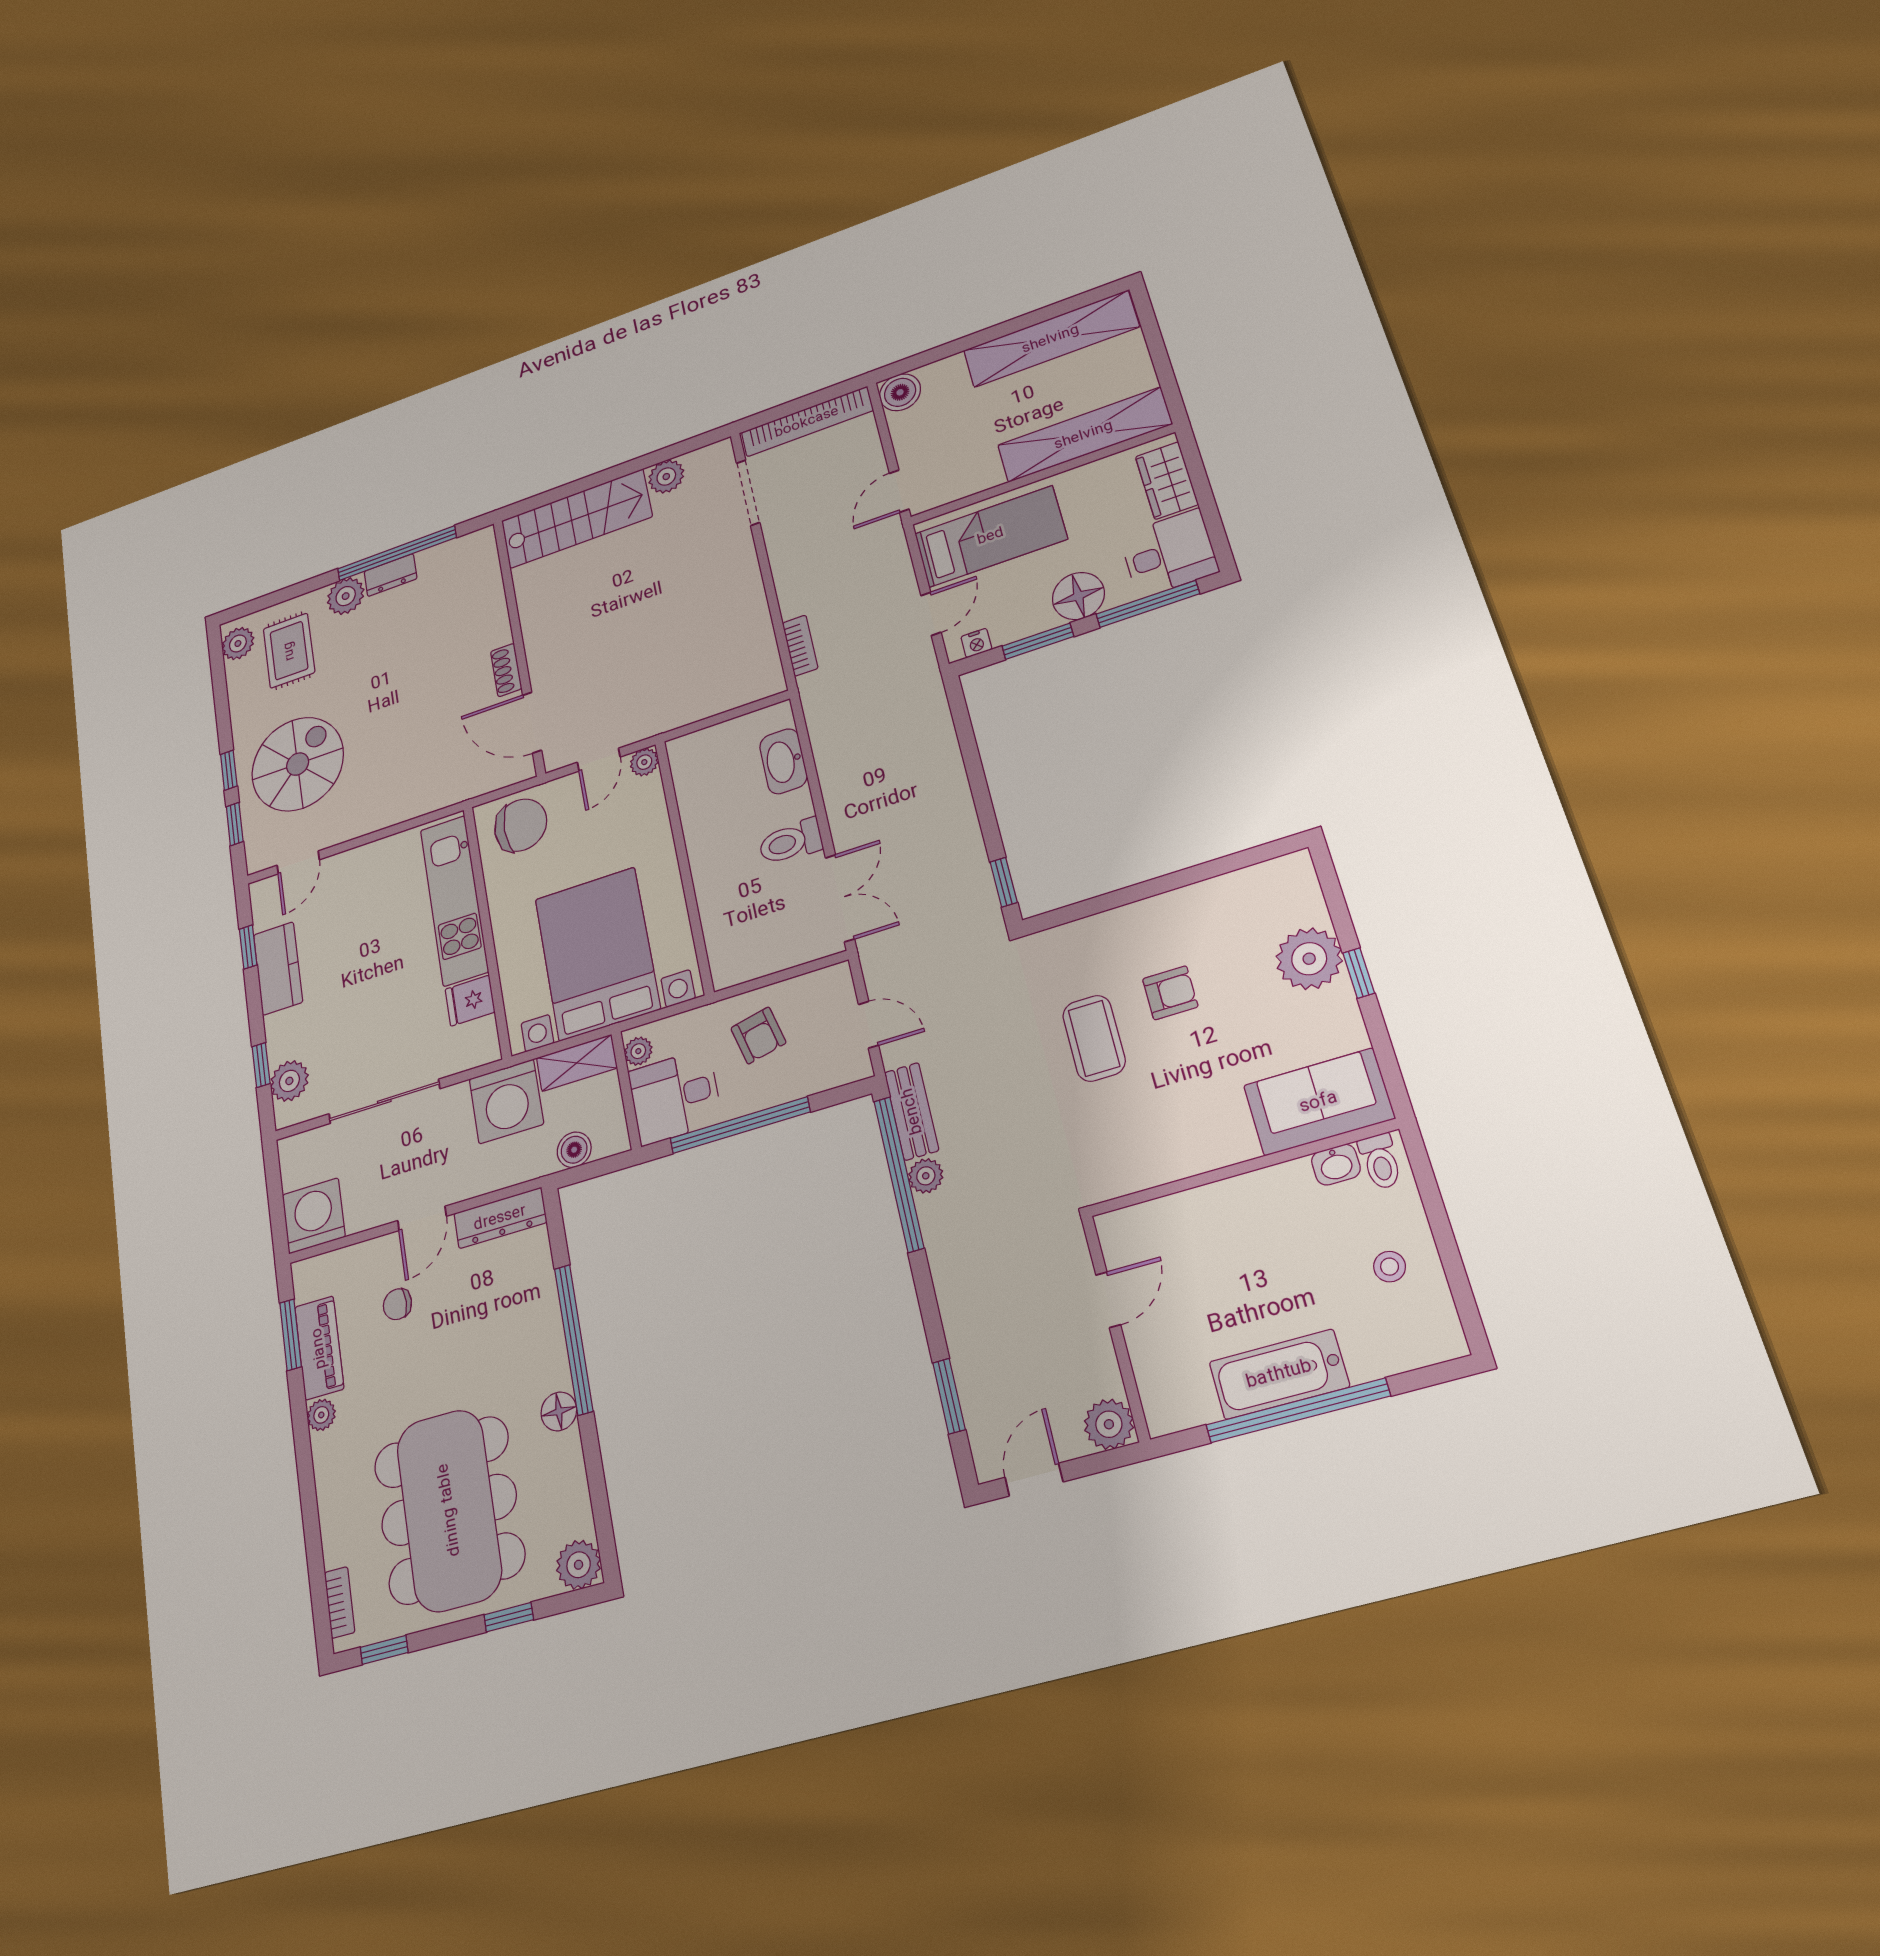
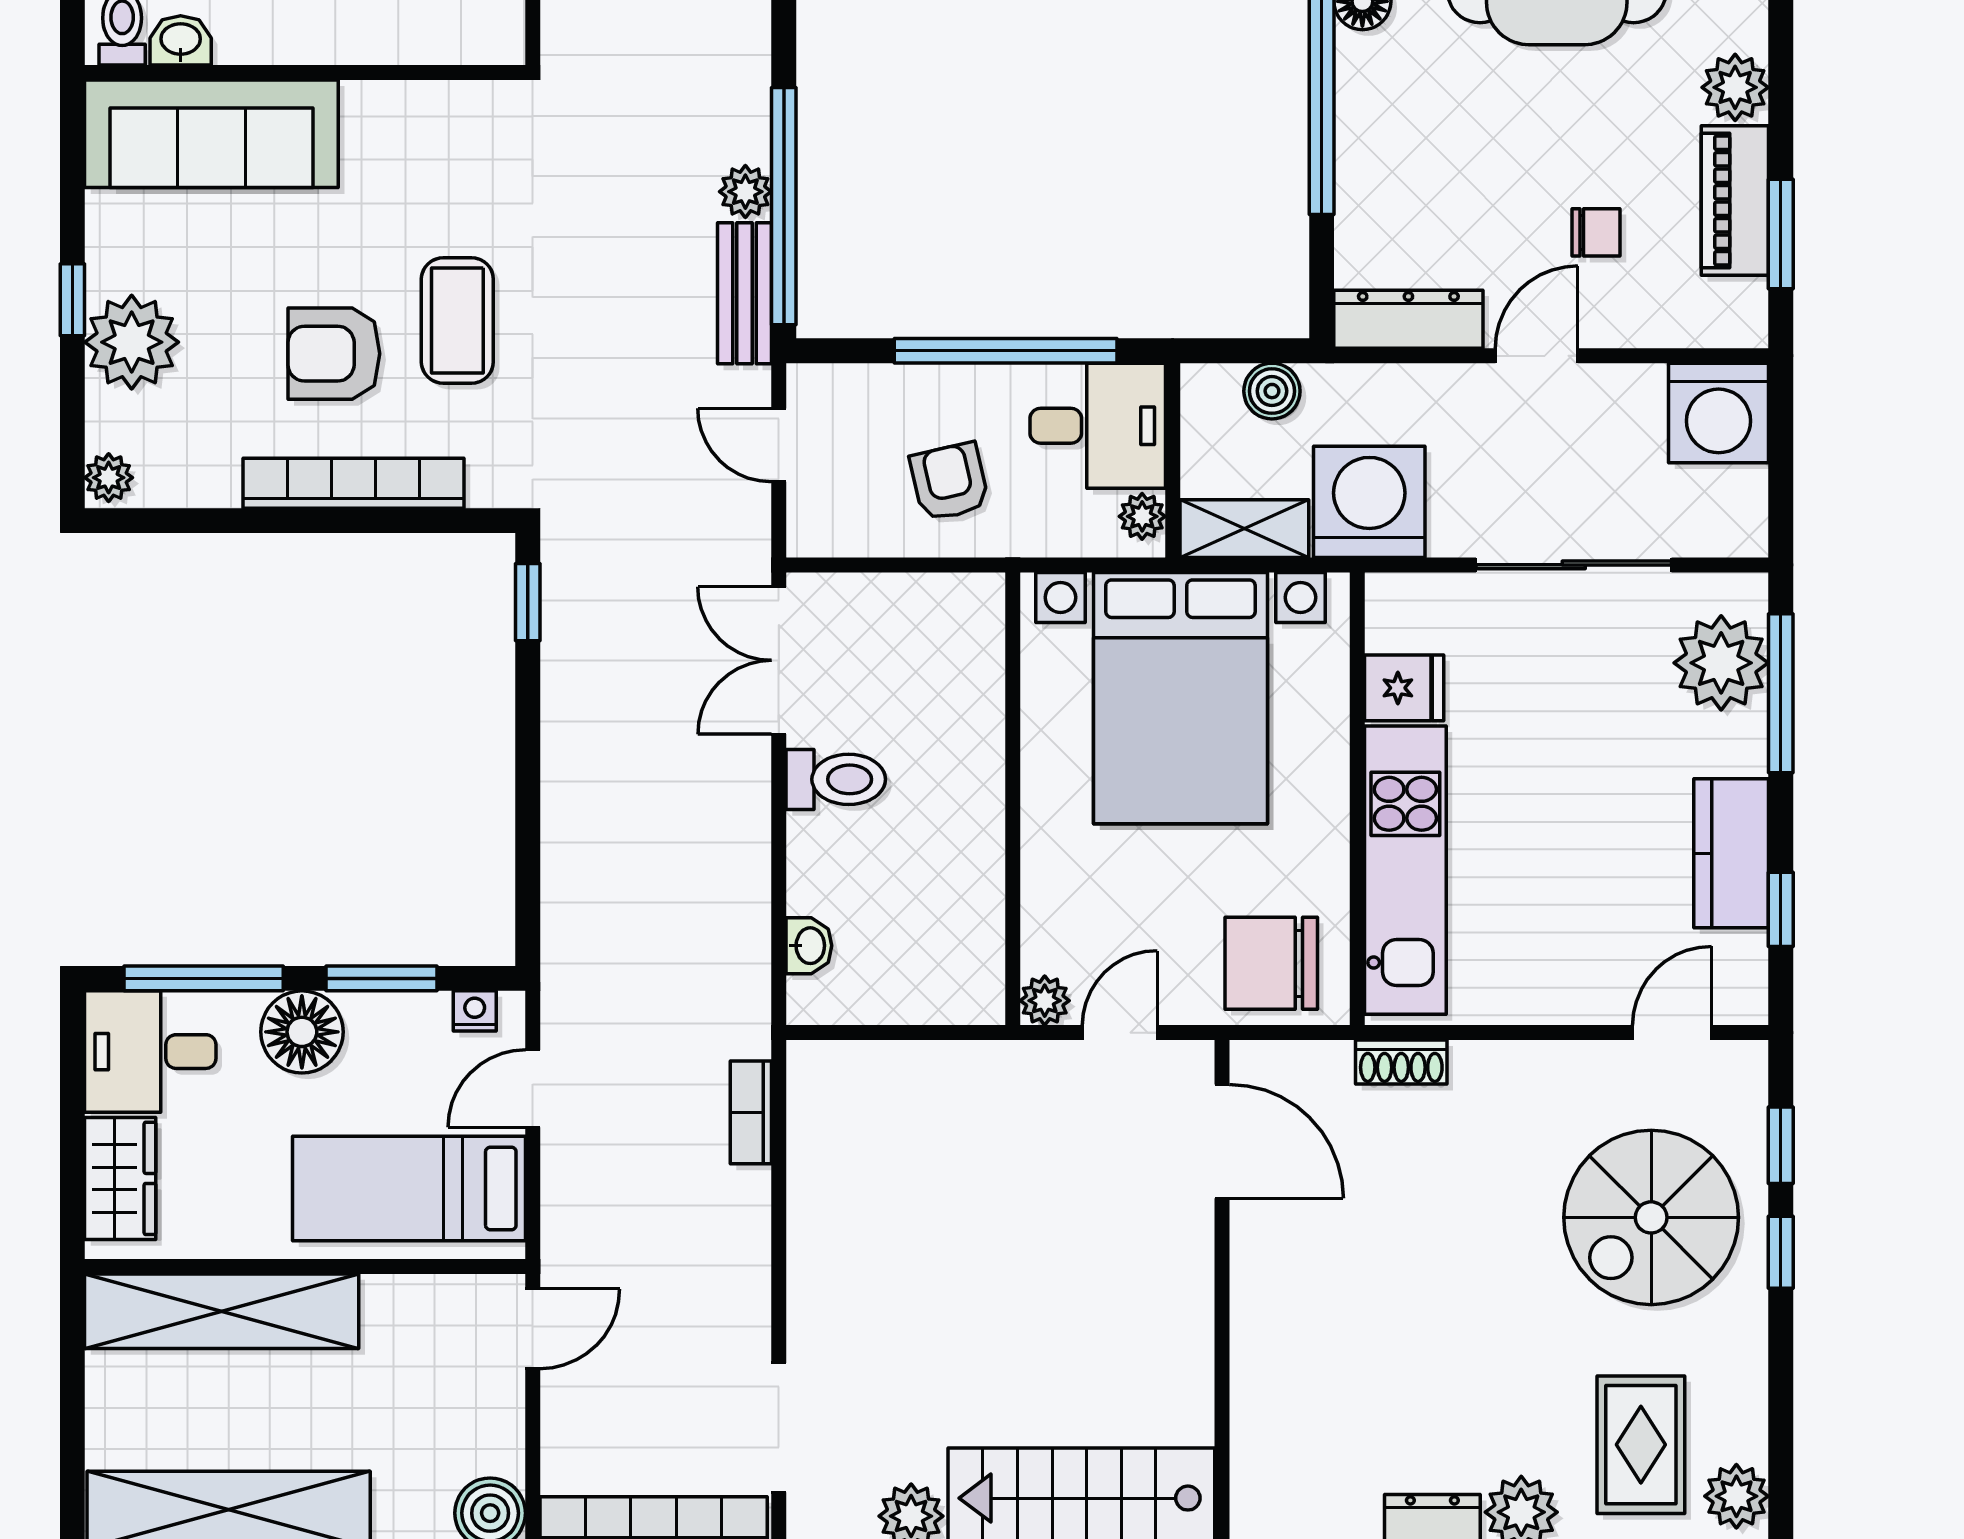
shoe rack: (506, 670) -> (1401, 1062), moved, turned 90
washbasin: (783, 761) -> (809, 946), width x0.52, depth x0.69
plant: (1298, 870) -> (109, 478), added
bookcase: (1135, 917) -> (354, 483), added
armchair: (1170, 993) -> (334, 354), width x1.38, depth x1.38
window: (261, 1065) -> (1781, 693), width x2.17
plant: (289, 1081) -> (1721, 663), width x1.36, depth x1.36
sofa: (1319, 1102) -> (211, 134), width x1.36
plant: (321, 1415) -> (1735, 87), width x1.38, depth x1.38

